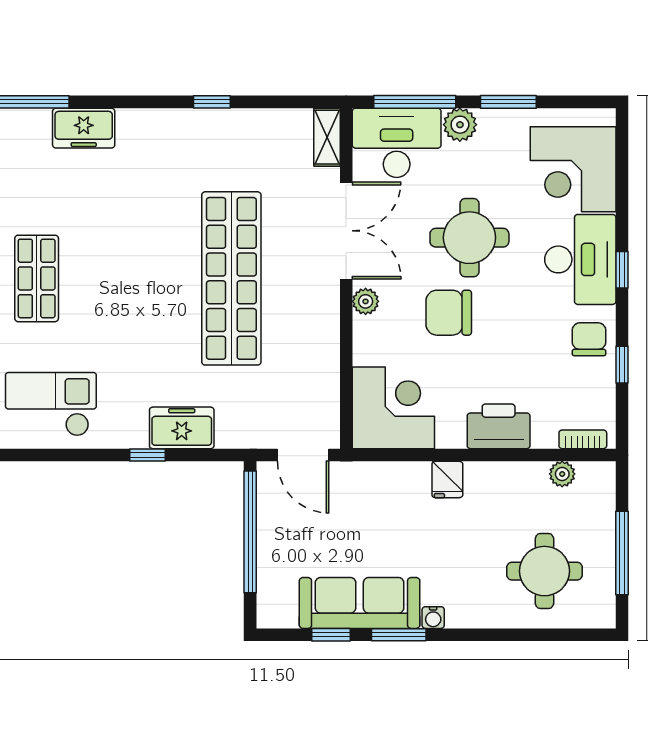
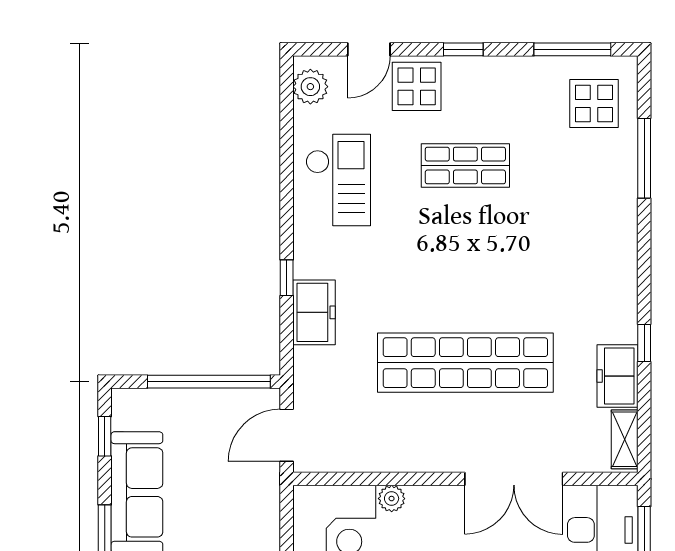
freezer: (84, 128) -> (618, 376), moved
shelving: (327, 137) -> (625, 439), moved, turned 90
plant: (366, 301) -> (392, 499), moved
window: (331, 635) -> (105, 436), moved

